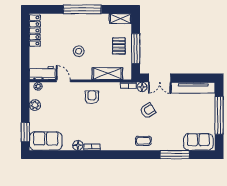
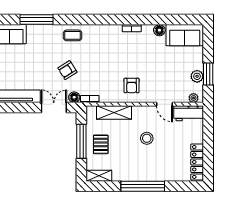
window: (25, 132) -> (208, 74), moved
floor lamp: (78, 145) -> (159, 30), moved

